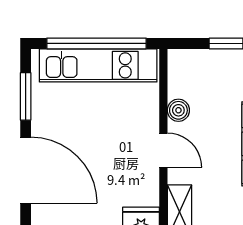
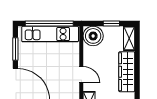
boiler: (178, 110) -> (93, 36), moved, width x1.86, depth x1.86

